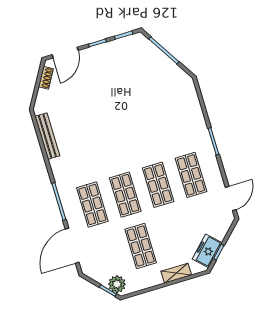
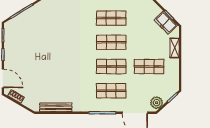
plant: (117, 284) -> (157, 103), moved

